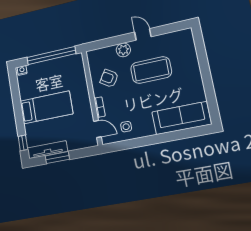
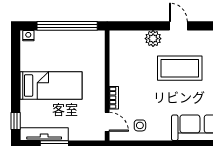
armchair: (109, 78) -> (131, 67), removed

